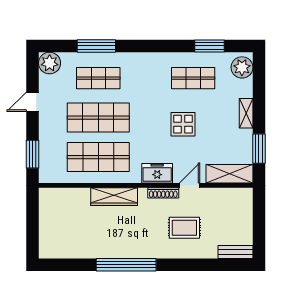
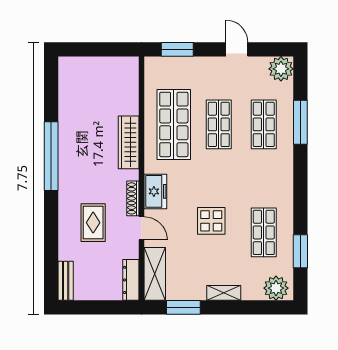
shop shelf: (98, 118) -> (219, 124), width x0.70, depth x0.74
dresser: (235, 195) -> (131, 280), added

